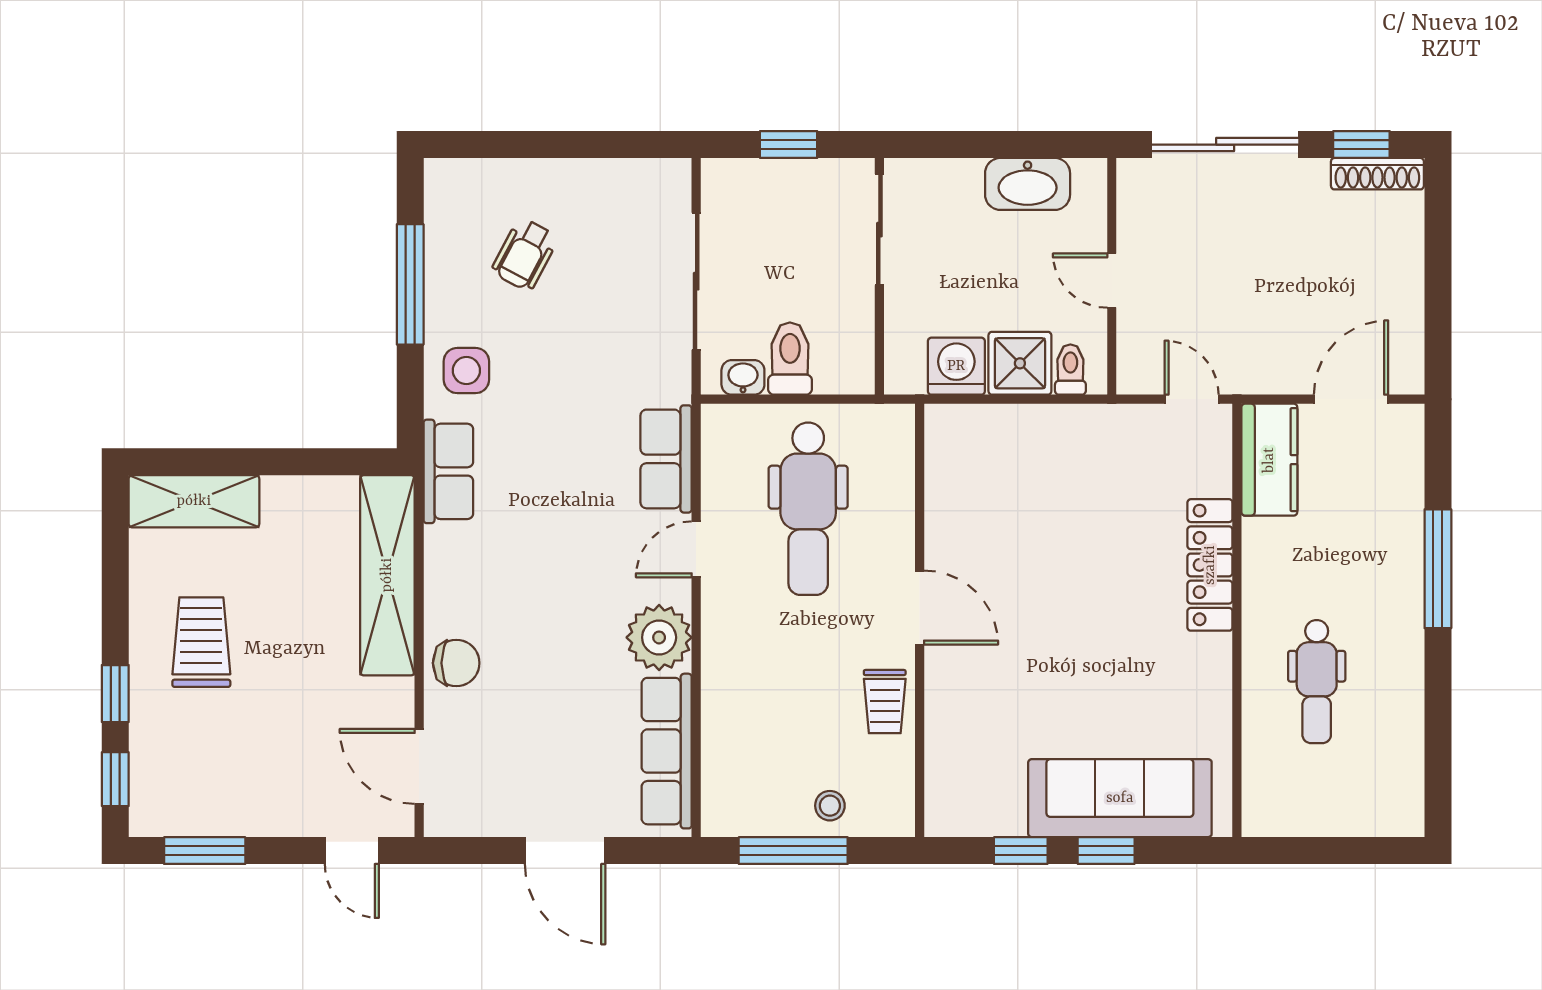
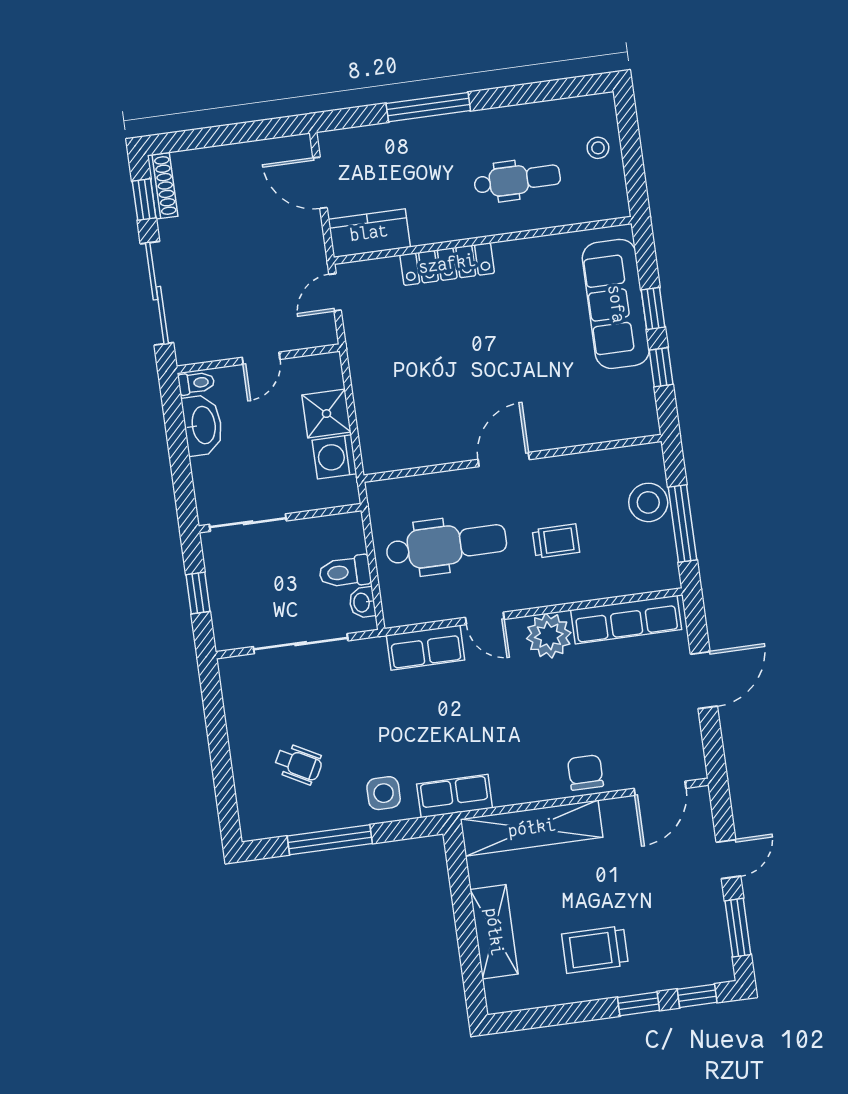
toilet: (1070, 370) -> (196, 383), moved, turned 180
shelving: (194, 501) -> (494, 932), moved
trolley: (885, 702) -> (556, 541), moved
stool: (1347, 803) -> (598, 148), added
stool: (830, 806) -> (648, 502), width x1.89, depth x1.89
door: (352, 851) -> (728, 859), moved

